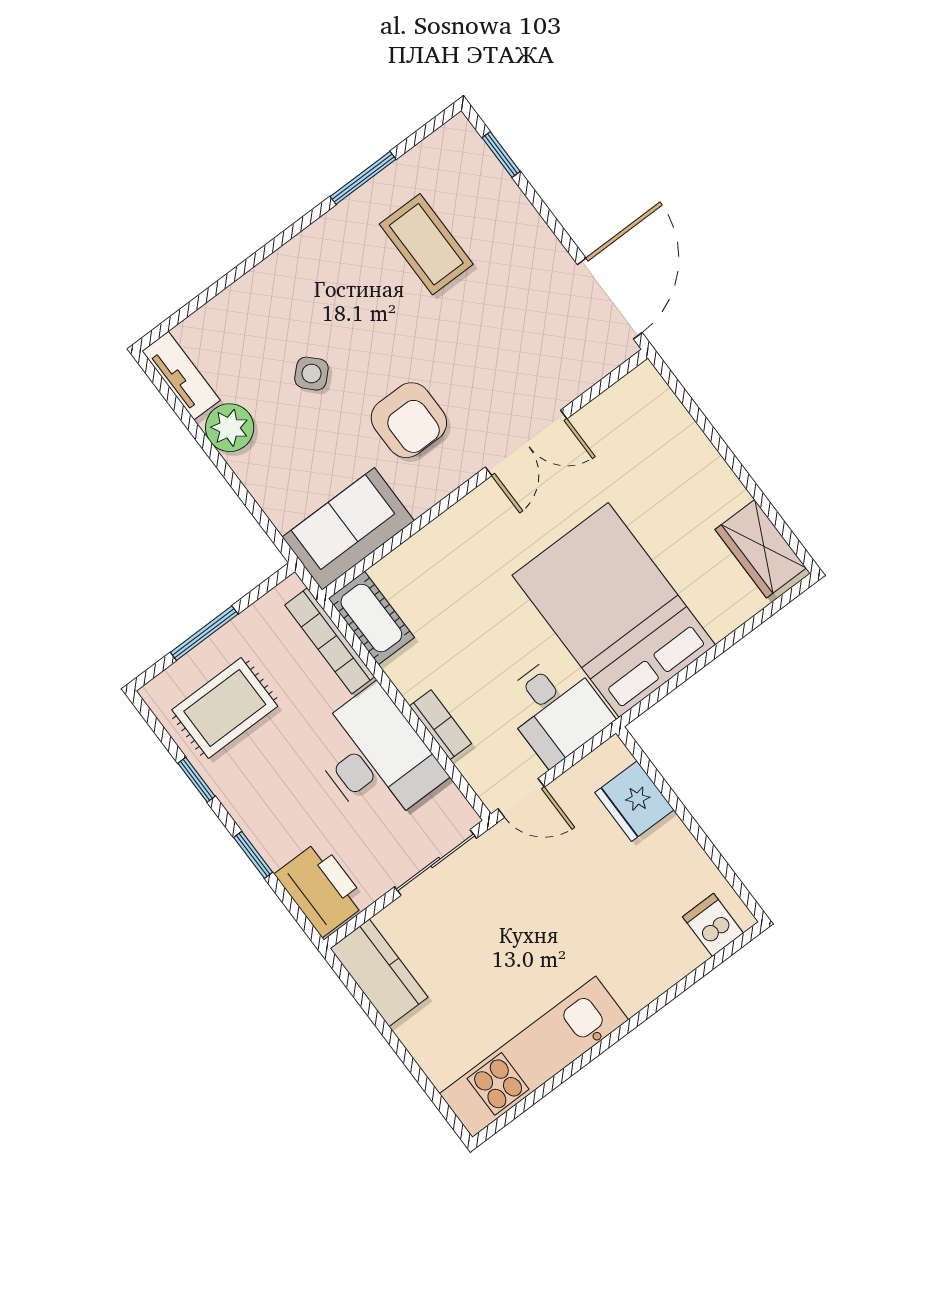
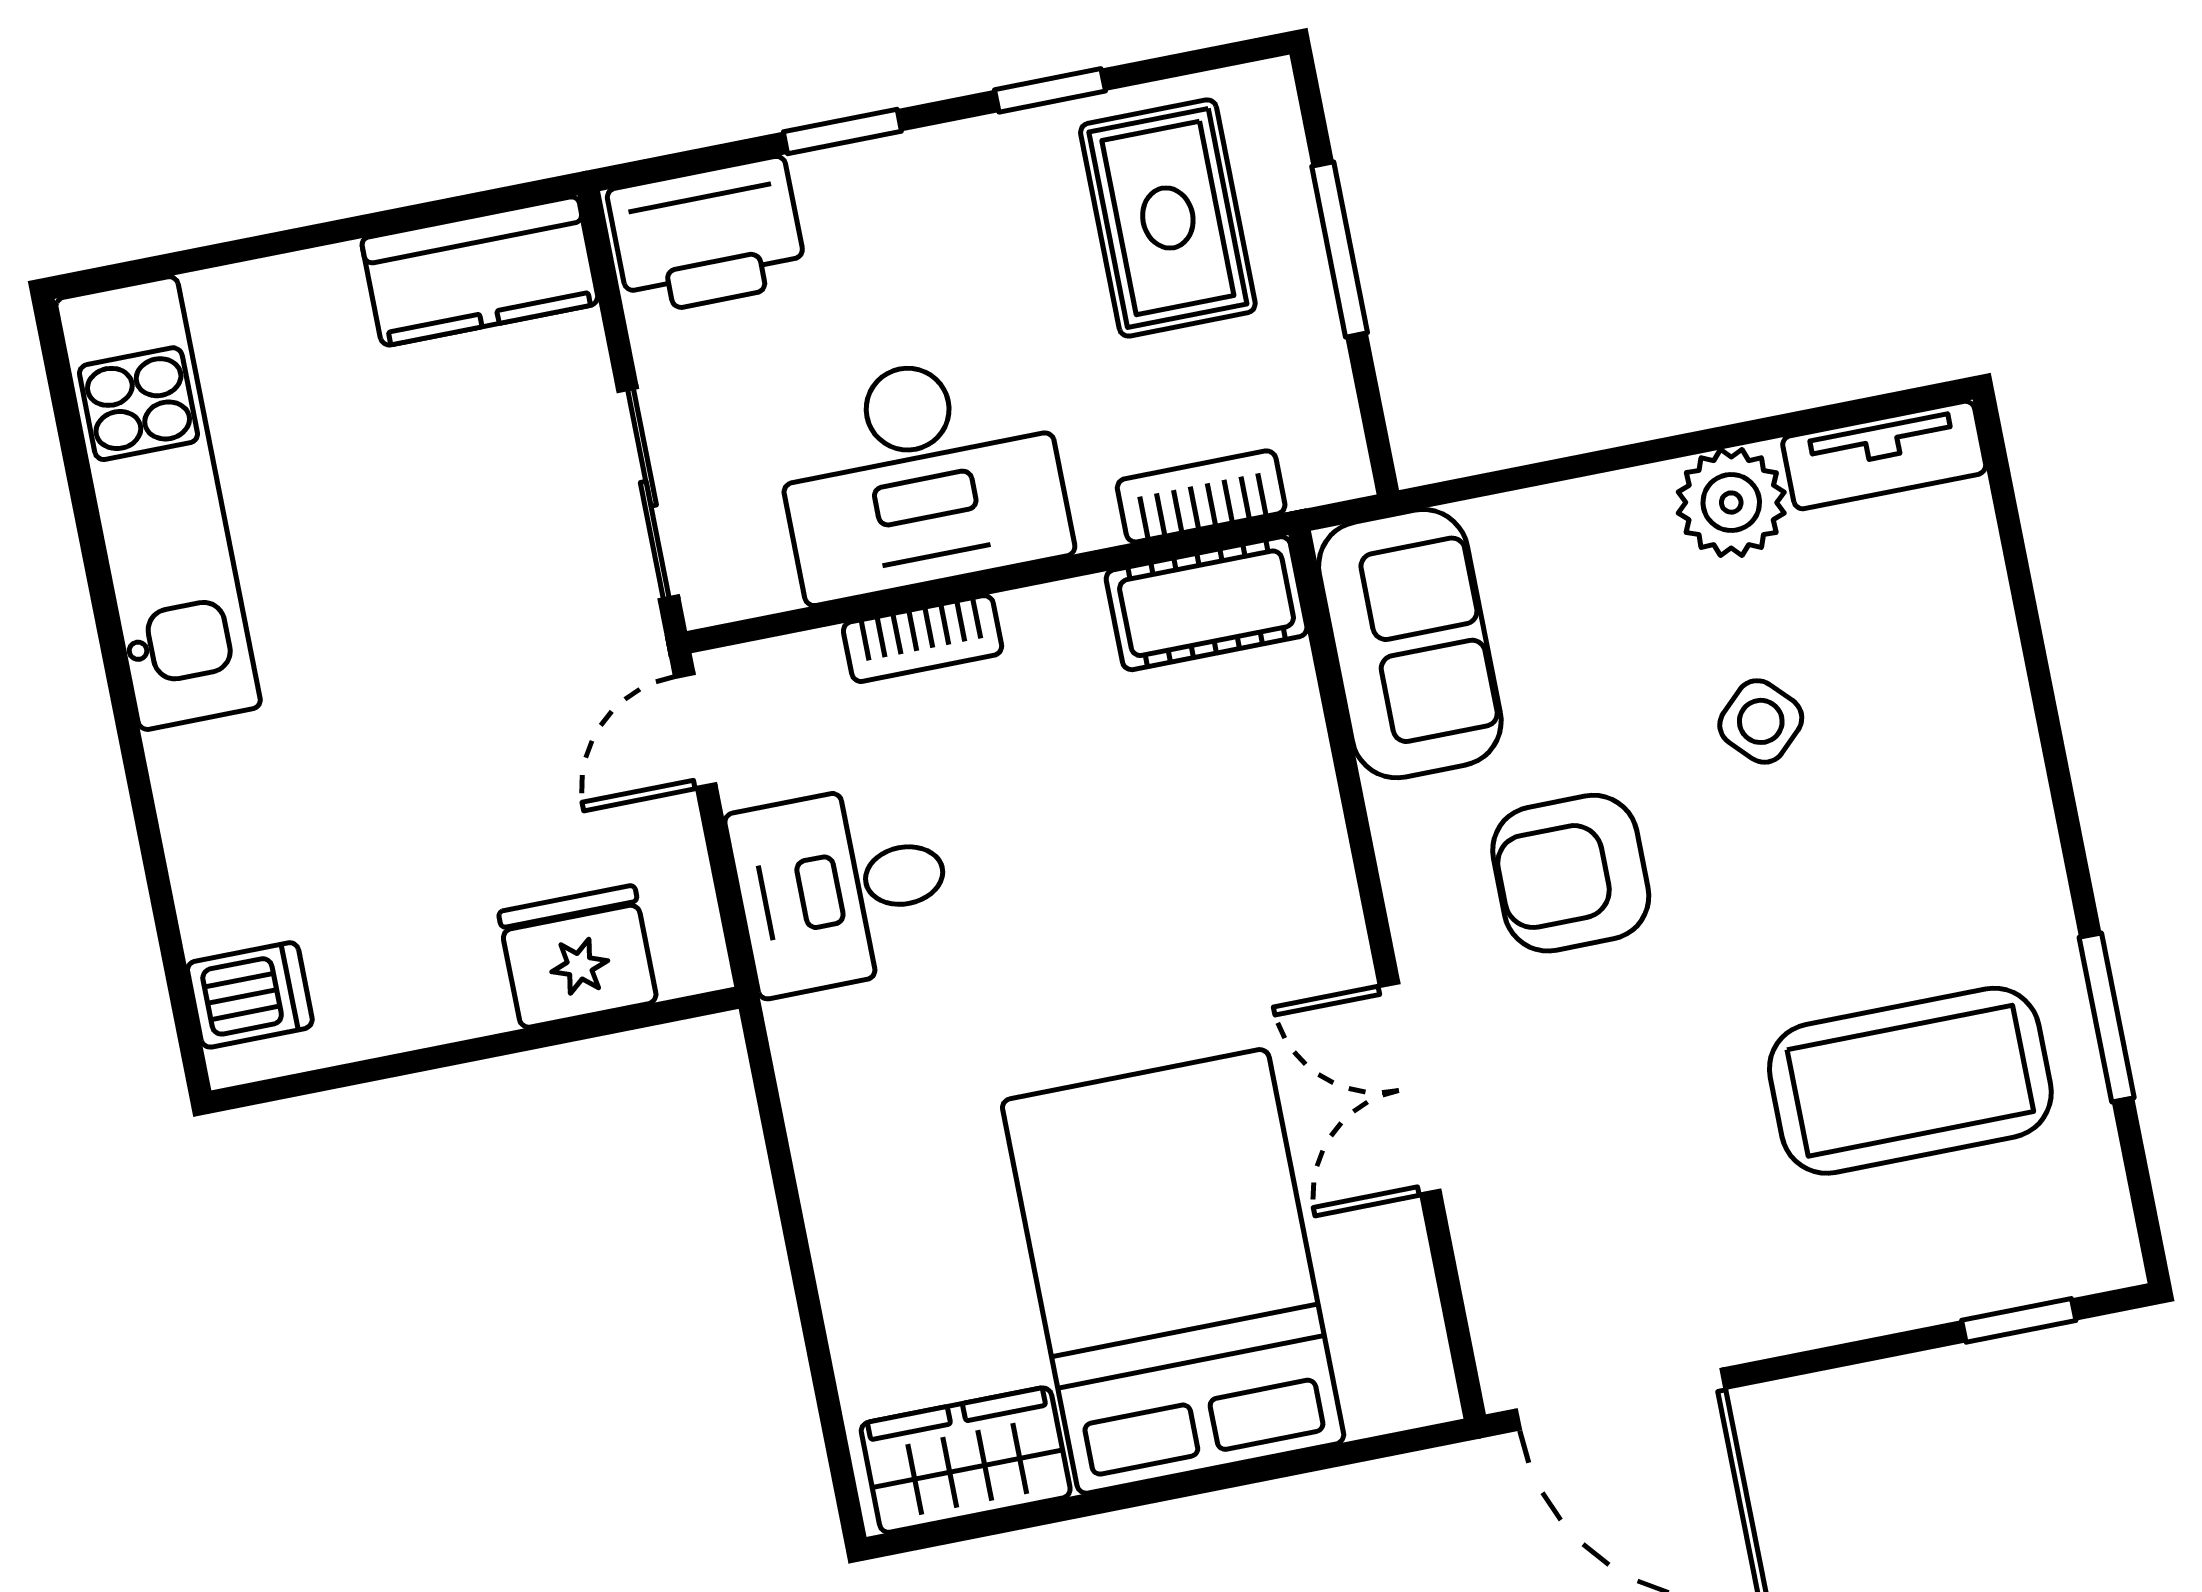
coffee table: (426, 244) -> (1910, 1081), width x1.36, depth x1.32
bed: (614, 610) -> (1173, 1271), moved, turned -90
bookcase: (330, 641) -> (1201, 496), width x0.64

